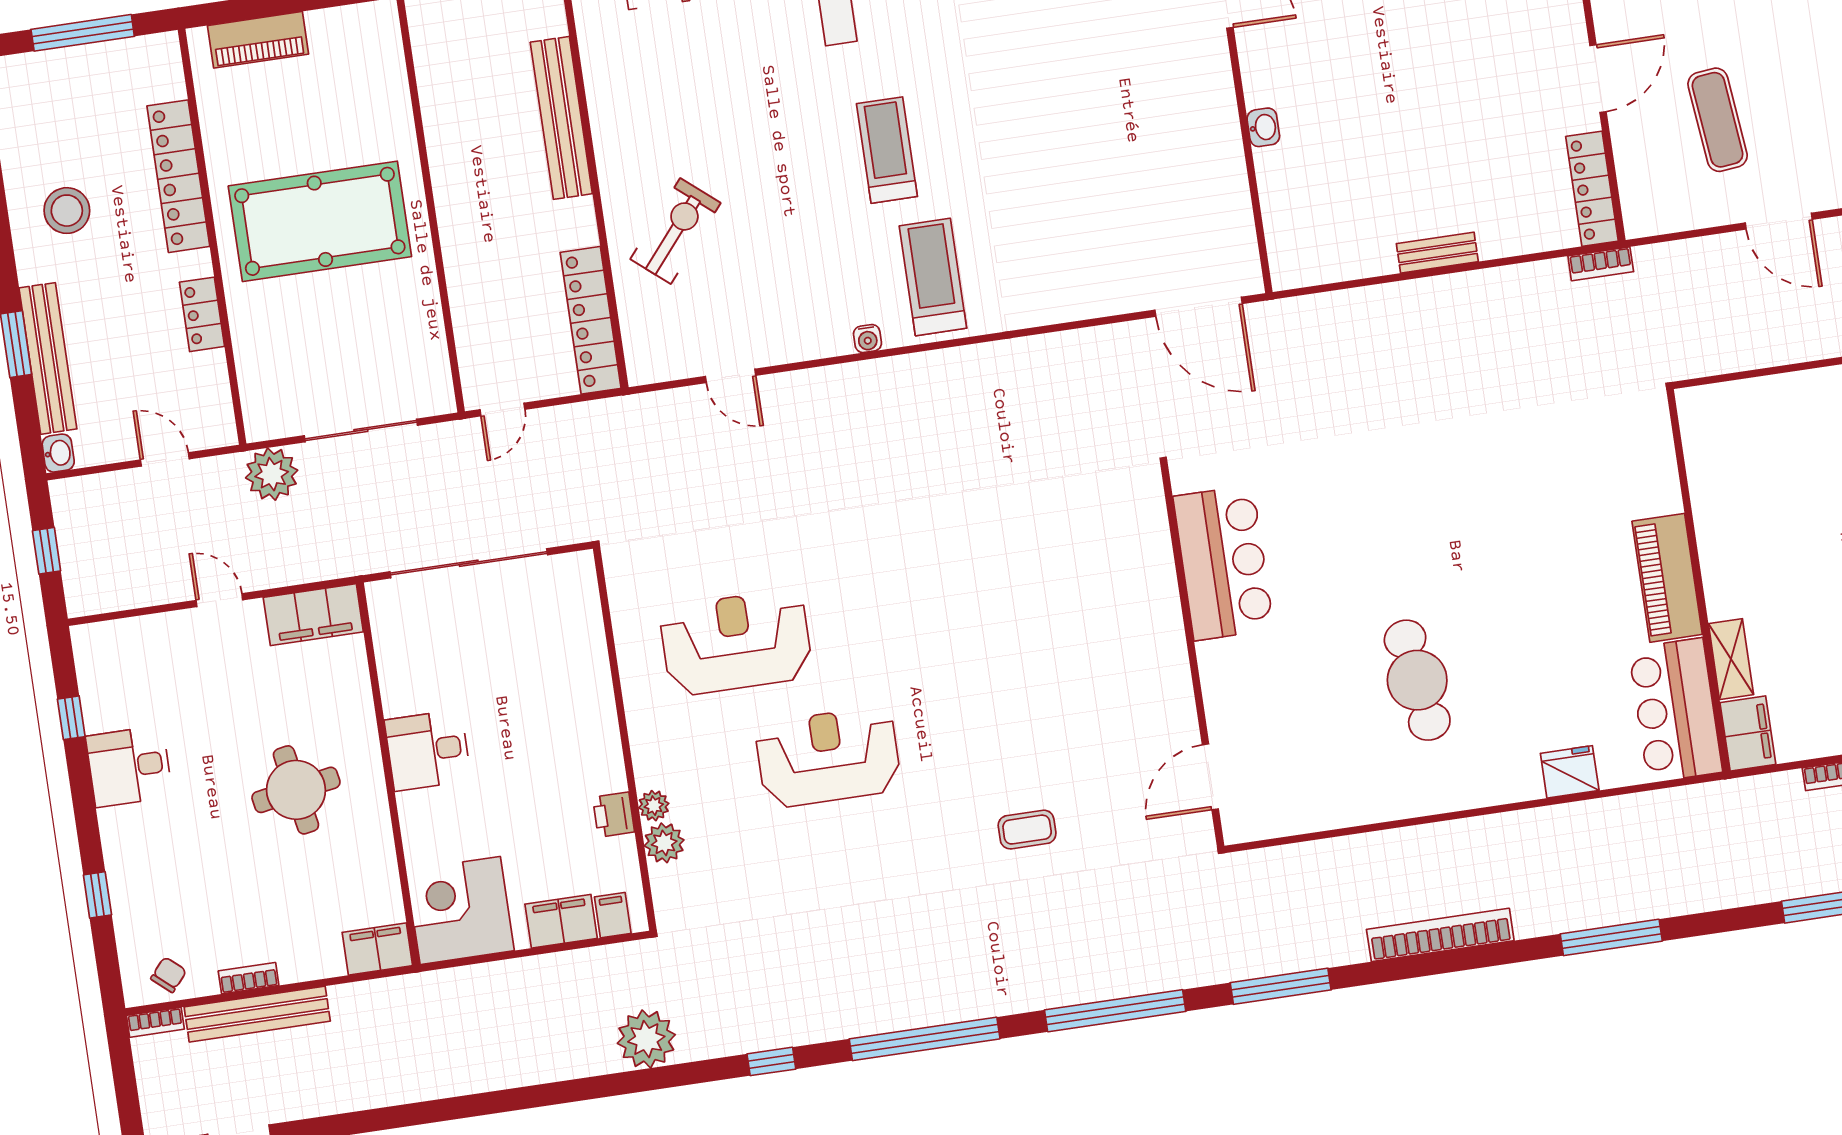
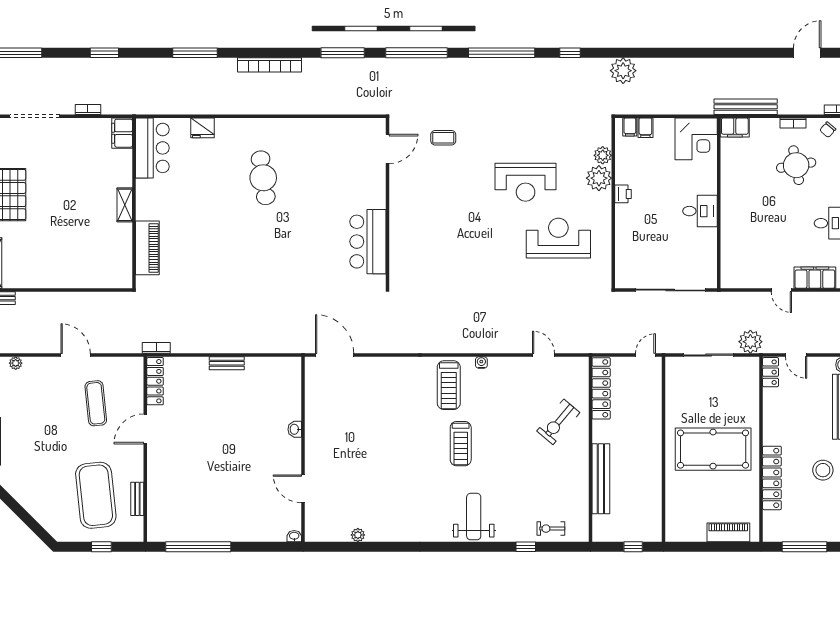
locker: (202, 314) -> (771, 372), moved
bar counter: (1223, 563) -> (368, 242), moved
piano: (1667, 578) -> (147, 248), moved
filing cabinet: (313, 615) -> (815, 278), moved
reception desk: (736, 643) -> (558, 238), turned 180
wall: (1192, 655) -> (387, 203), moved
shelving: (1731, 659) -> (125, 205), moved
door: (1210, 777) -> (387, 149), moved
round table: (296, 790) -> (796, 165), moved
plant: (654, 806) -> (599, 178), width x1.88, depth x1.88
printer: (614, 815) -> (623, 194), moved
filing cabinet: (561, 921) -> (645, 128), width x0.50
bench: (257, 1014) -> (746, 107), moved

